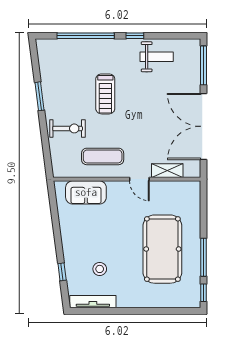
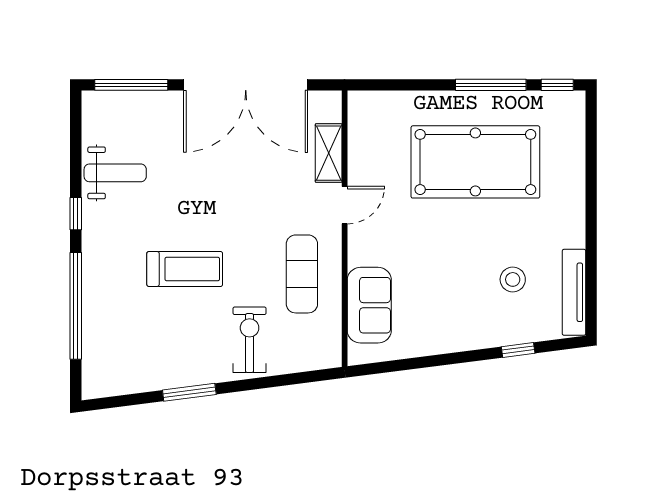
weight bench: (157, 57) -> (115, 173), turned 90

